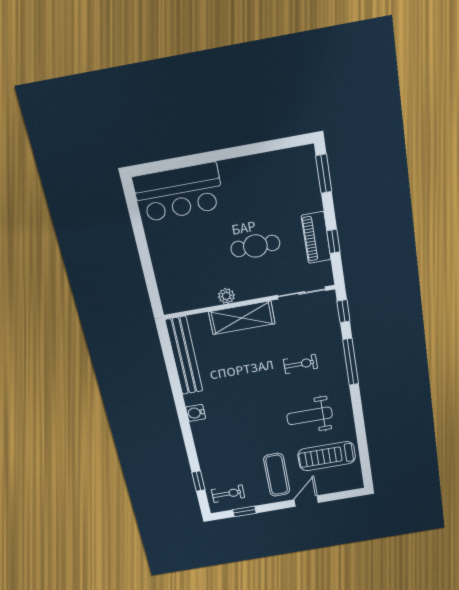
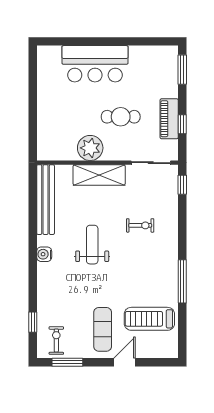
bar counter: (178, 192) -> (95, 64), moved
plant: (226, 296) -> (90, 148), width x1.88, depth x1.88
window: (351, 362) -> (182, 281), moved
weight bench: (310, 416) -> (92, 245), moved, turned 90
exercise bike: (228, 494) -> (56, 340), turned -90
window: (244, 511) -> (67, 362), width x1.50

